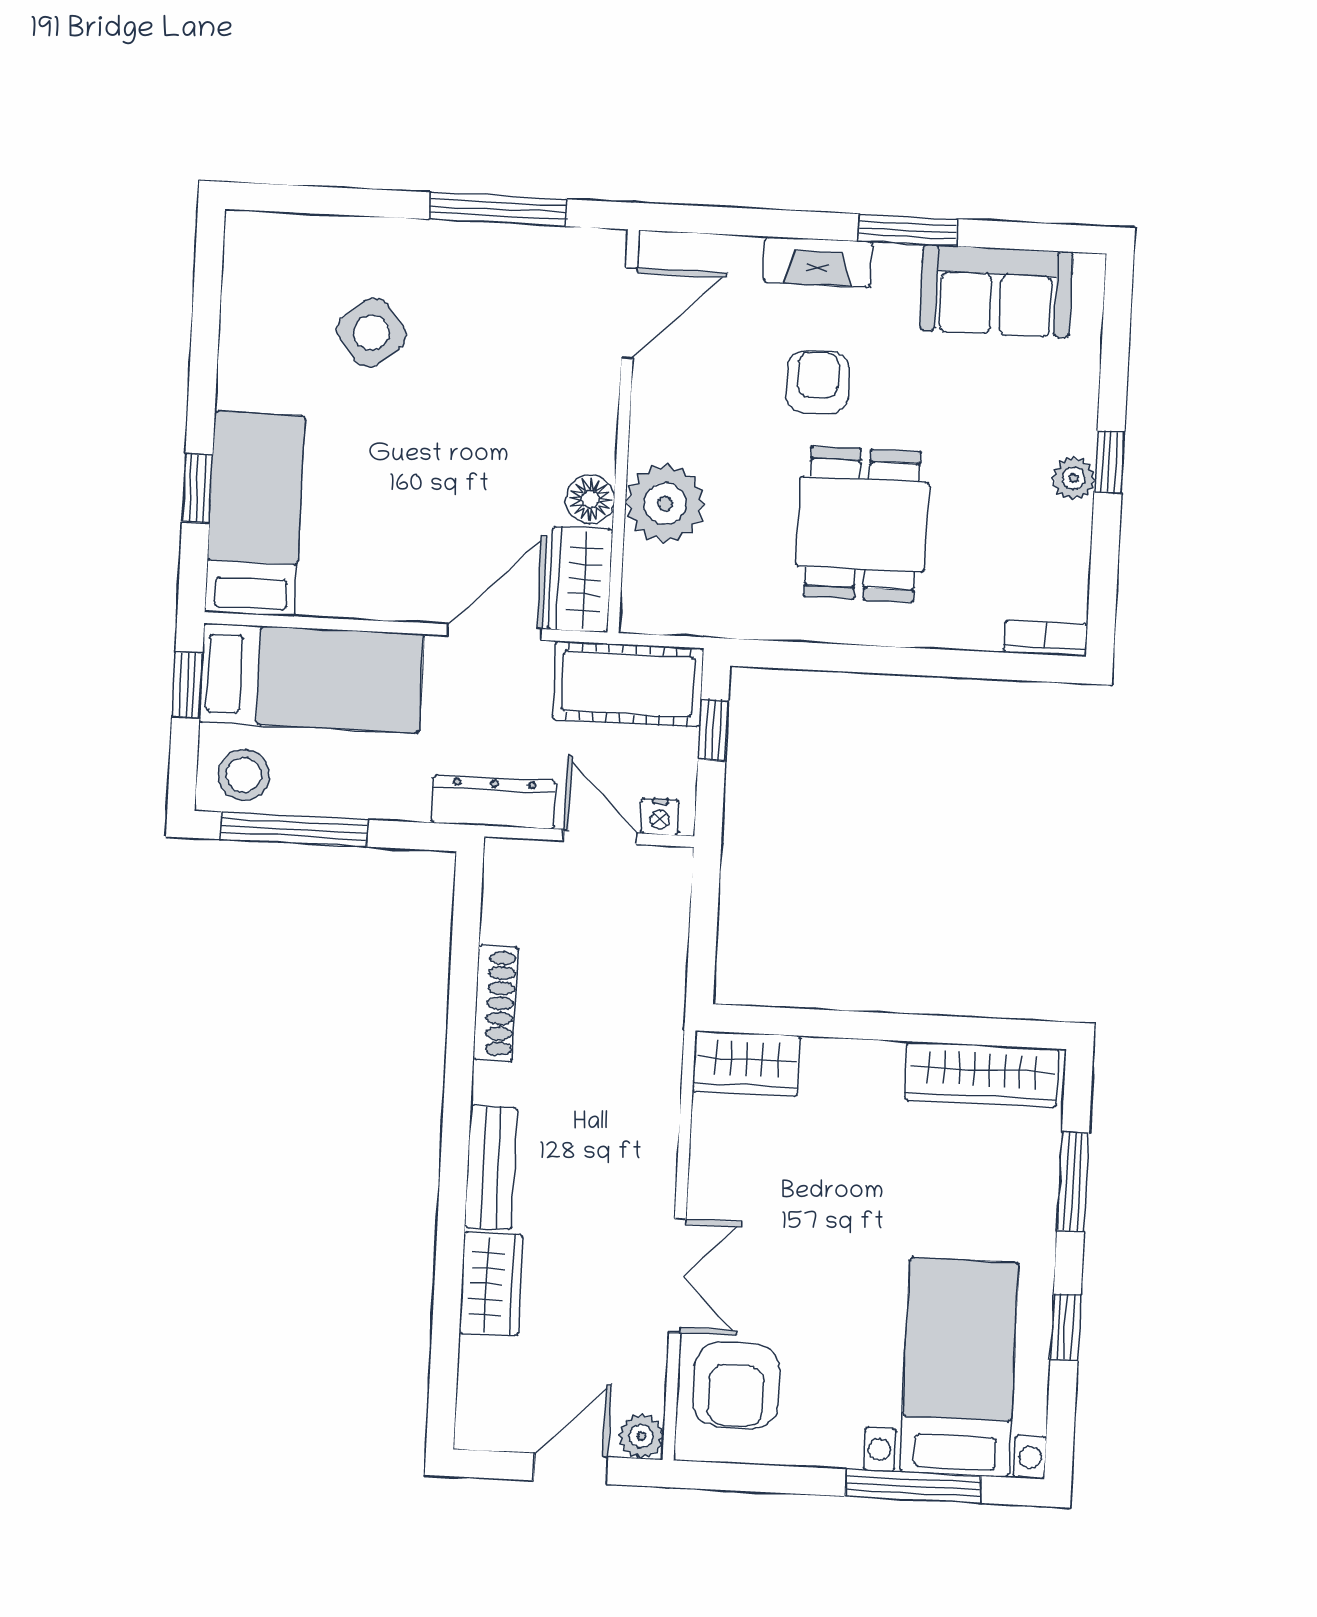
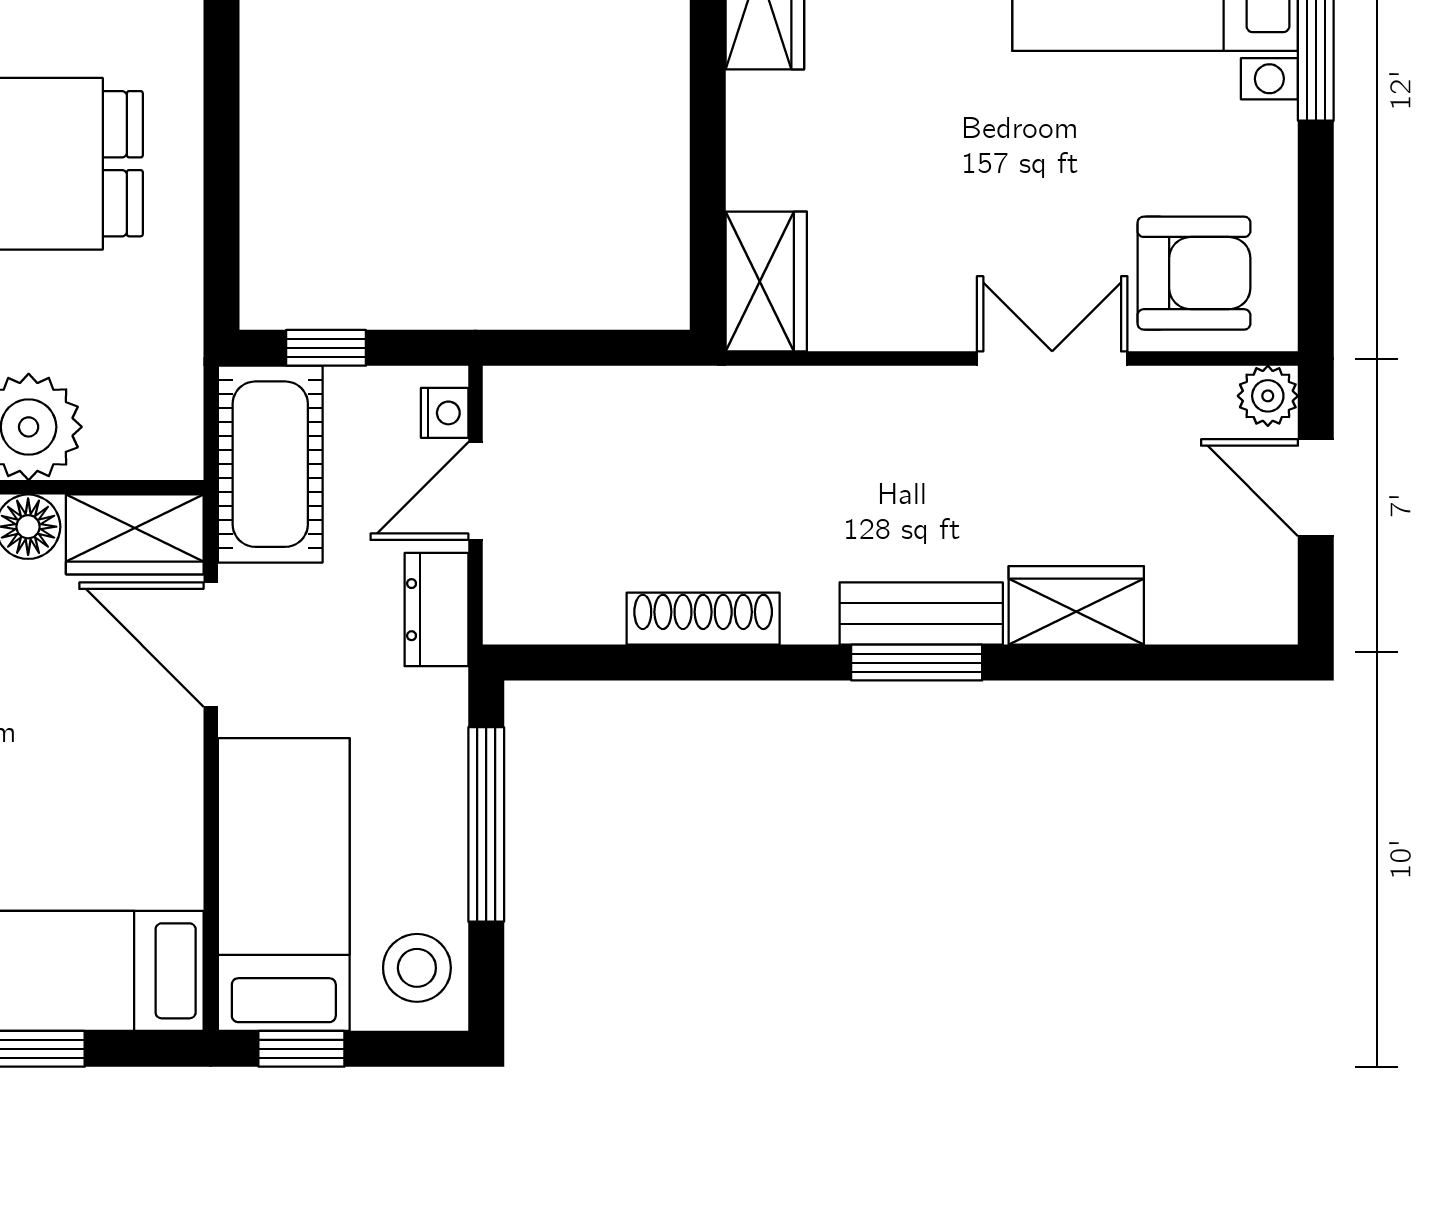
dresser: (494, 802) -> (436, 610), width x0.70
window: (294, 830) -> (486, 824), moved
window: (454, 1162) -> (917, 663), added

